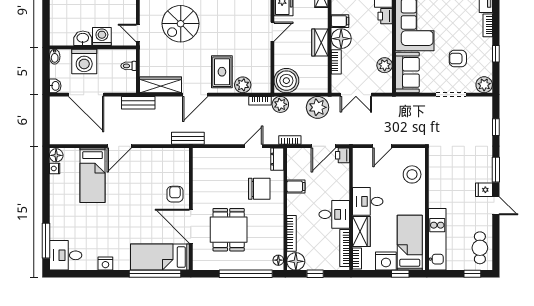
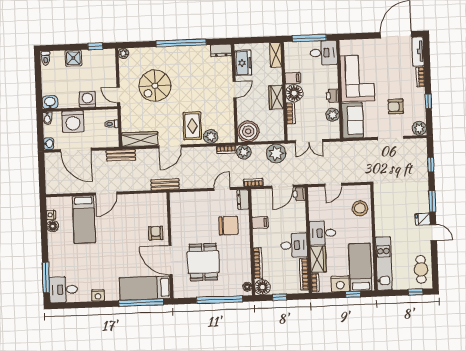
printer: (385, 16) -> (332, 96), moved
washbasin: (83, 38) -> (50, 102), moved
floor lamp: (56, 155) -> (53, 226), moved

